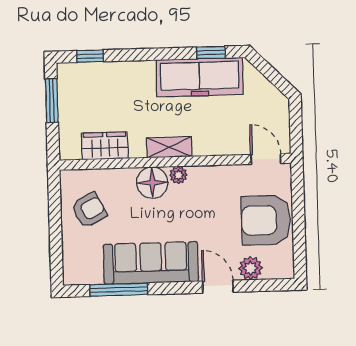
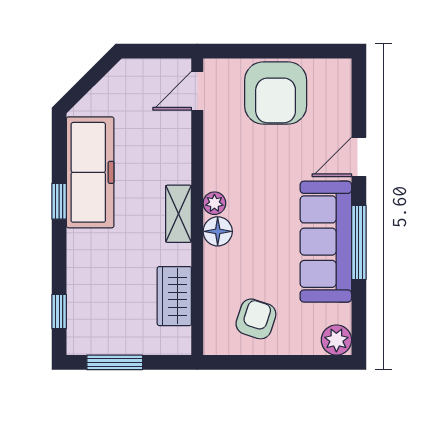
window: (211, 53) -> (59, 201), moved
floor lamp: (152, 183) -> (218, 231), width x0.73, depth x0.73
armchair: (89, 210) -> (256, 319), turned 45
plant: (251, 268) -> (336, 340), moved
window: (119, 290) -> (359, 242), moved

